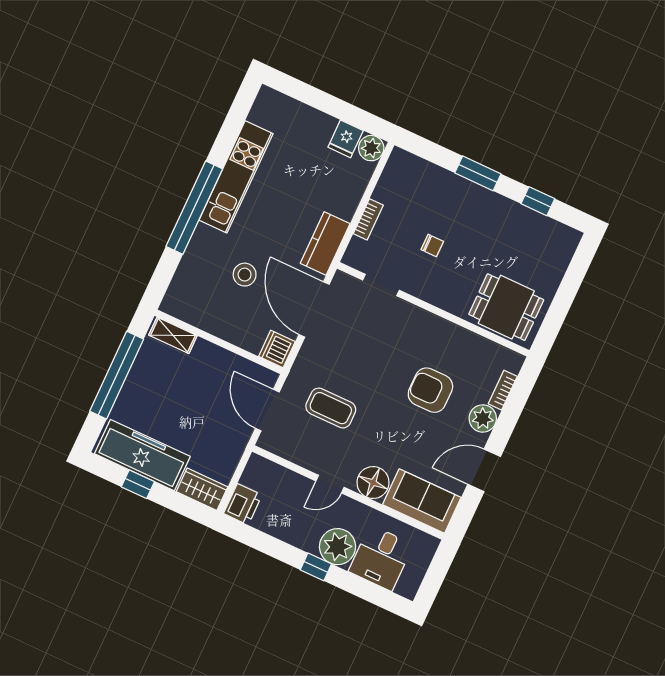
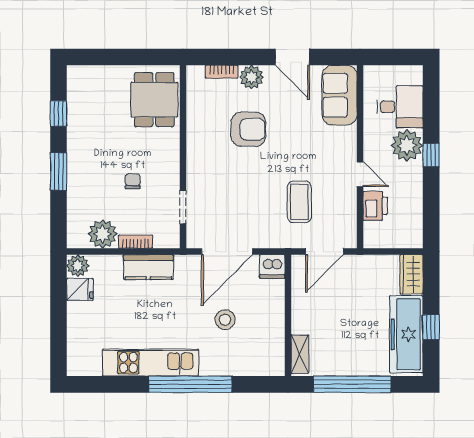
plant: (392, 189) -> (103, 234), added
kitchen counter: (325, 243) -> (148, 267), moved
armchair: (430, 390) -> (248, 129), turned -90
floor lamp: (373, 483) -> (343, 141), removed
printer: (243, 504) -> (375, 206), moved, turned 90

